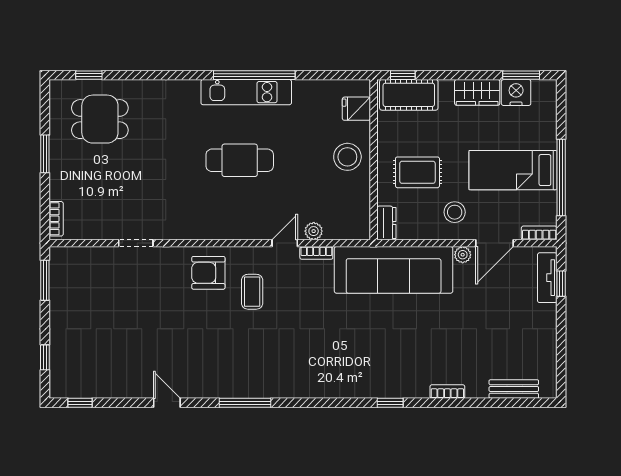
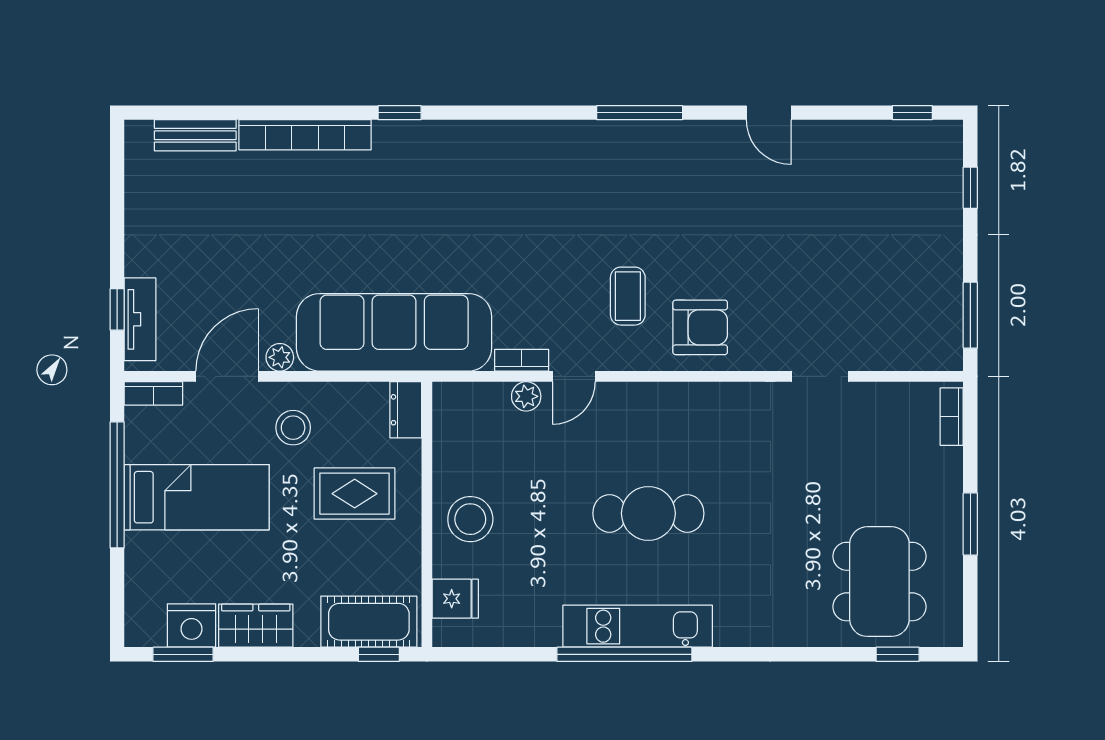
dining table: (100, 119) -> (879, 582), width x1.38
bookcase: (447, 392) -> (305, 135), width x2.31, depth x1.31

